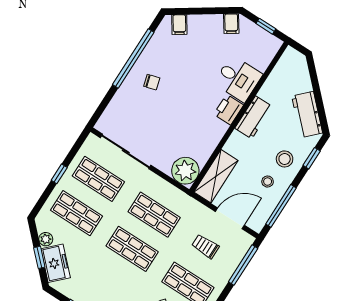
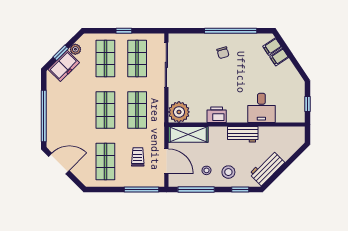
filing cabinet: (231, 24) -> (279, 57), moved
printer: (229, 110) -> (217, 115), moved

